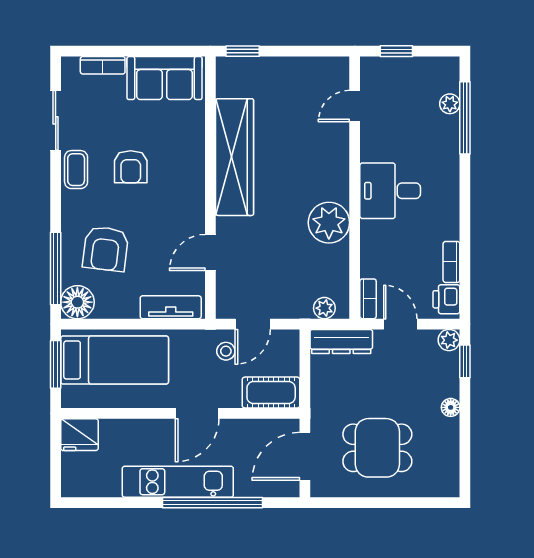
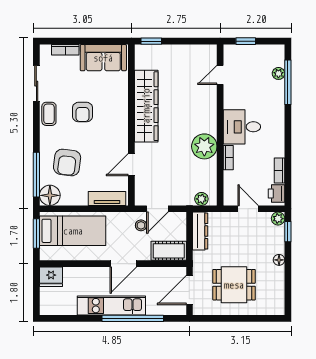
bookcase: (368, 299) -> (228, 158), moved
dresser: (341, 342) -> (200, 231), moved, turned -90

